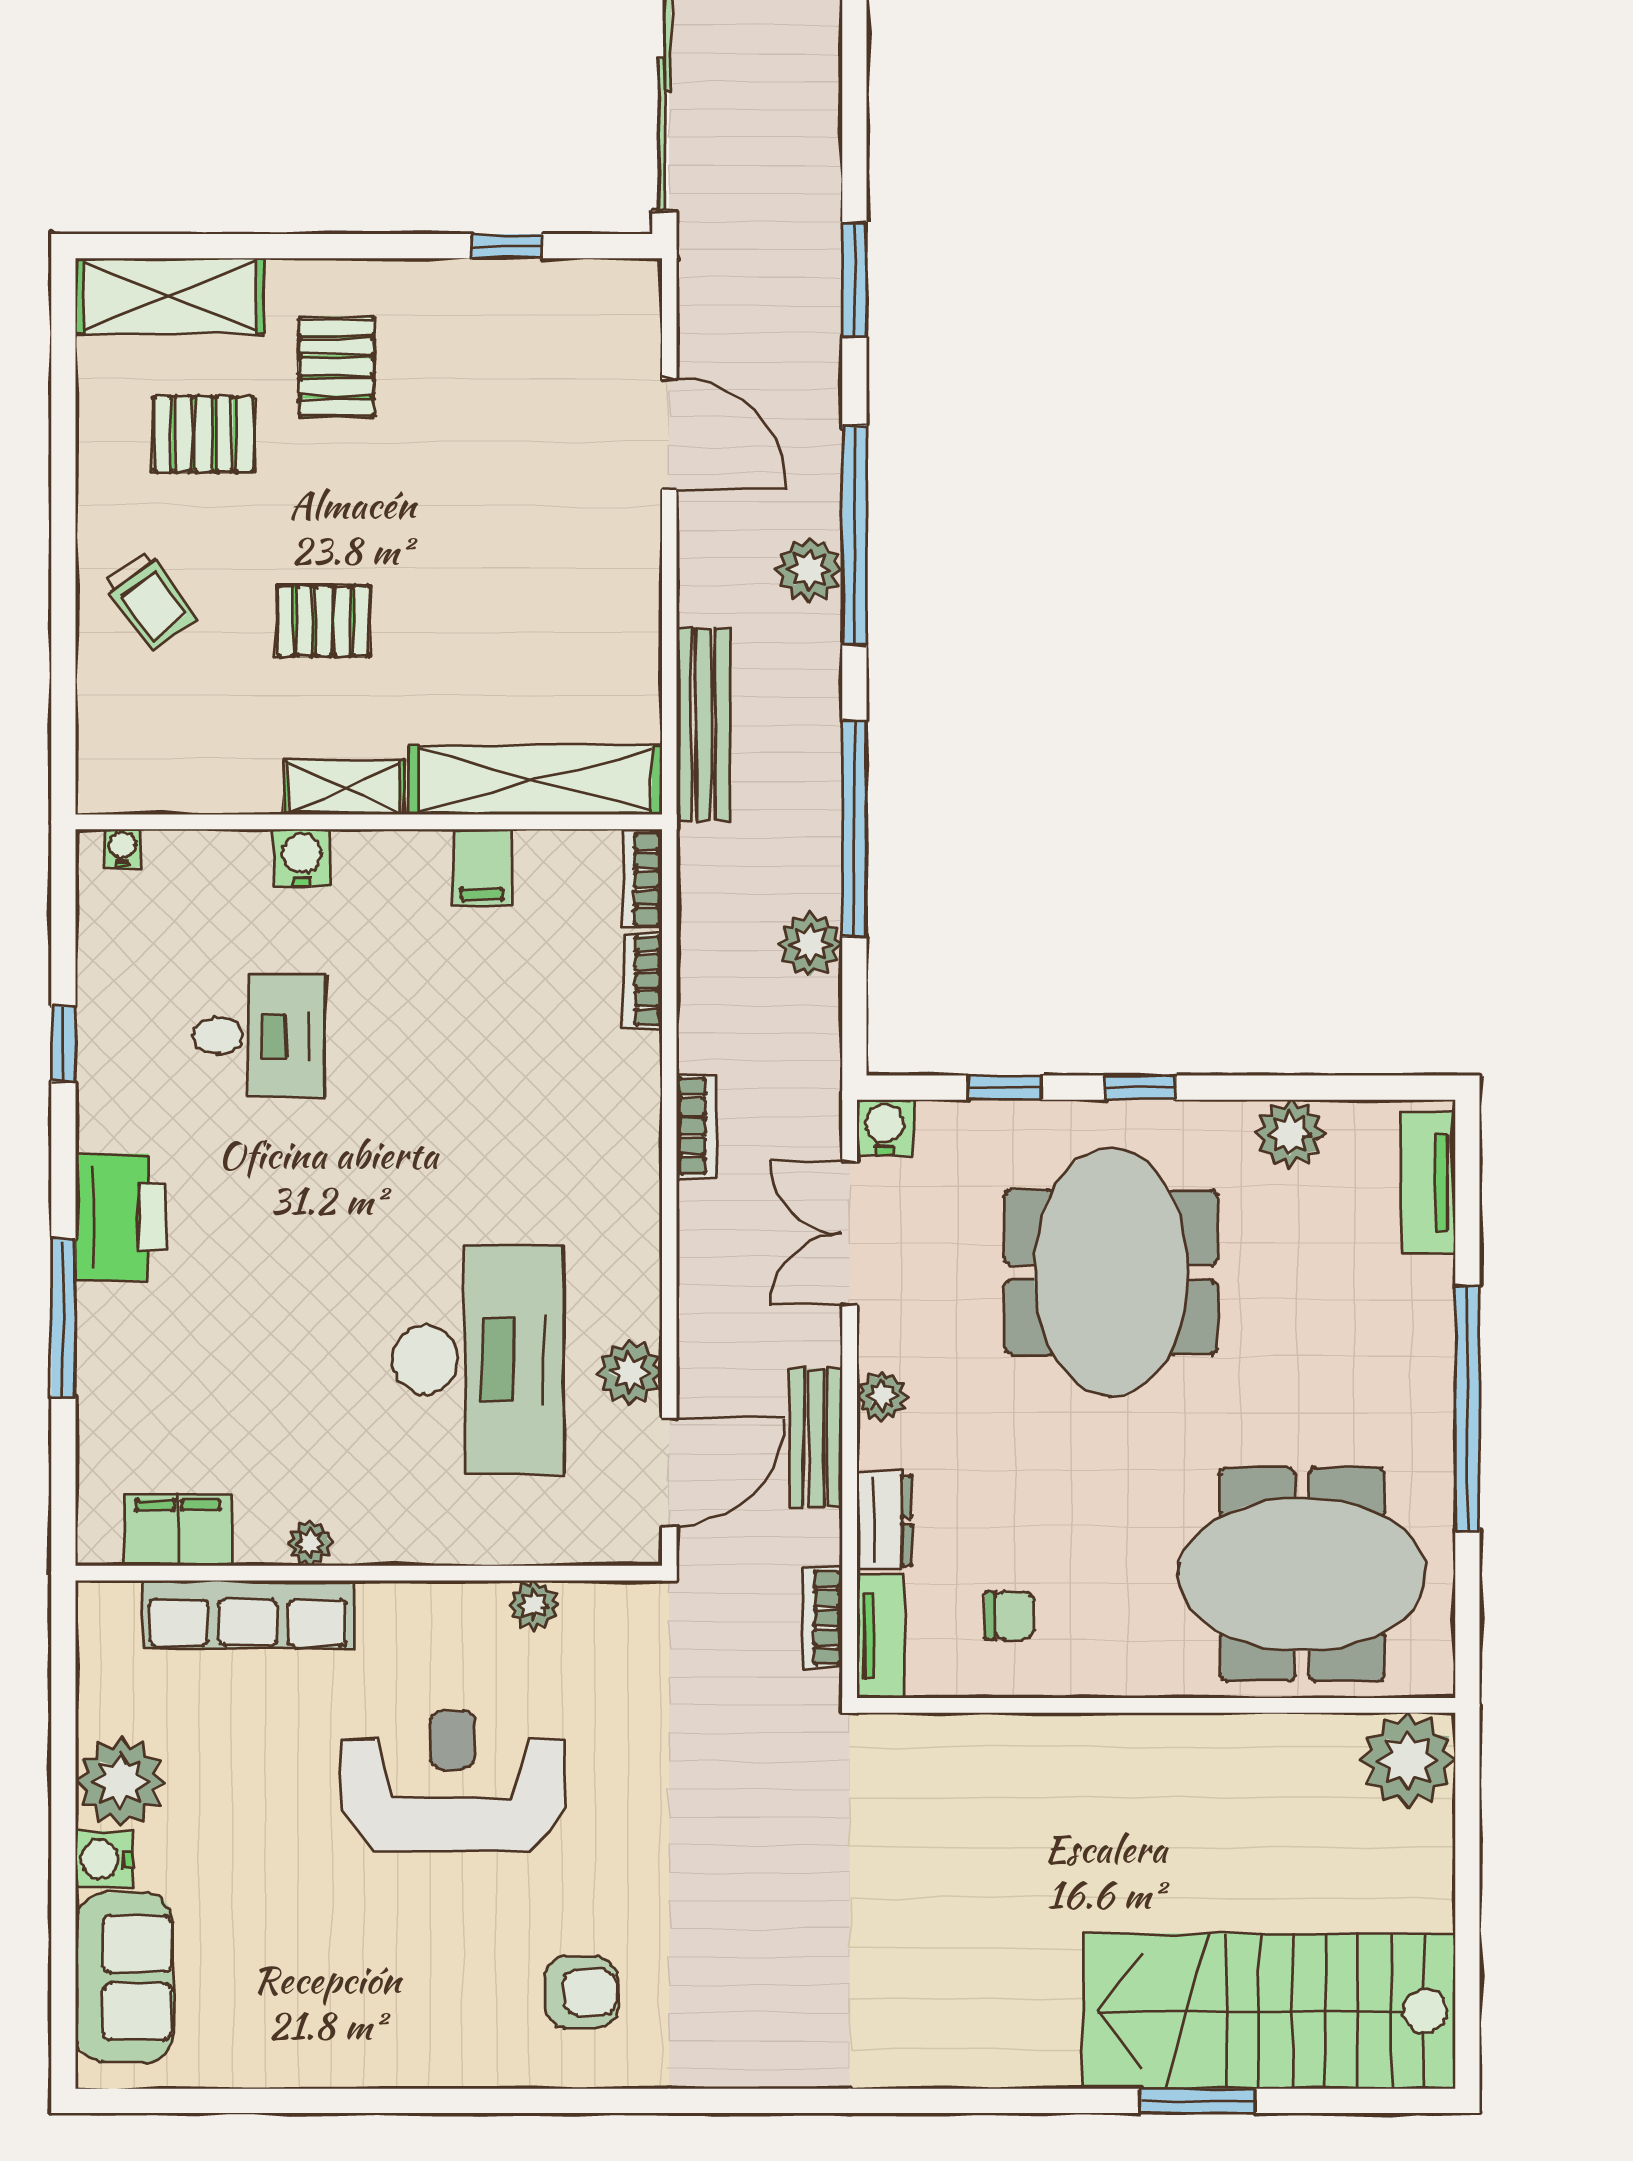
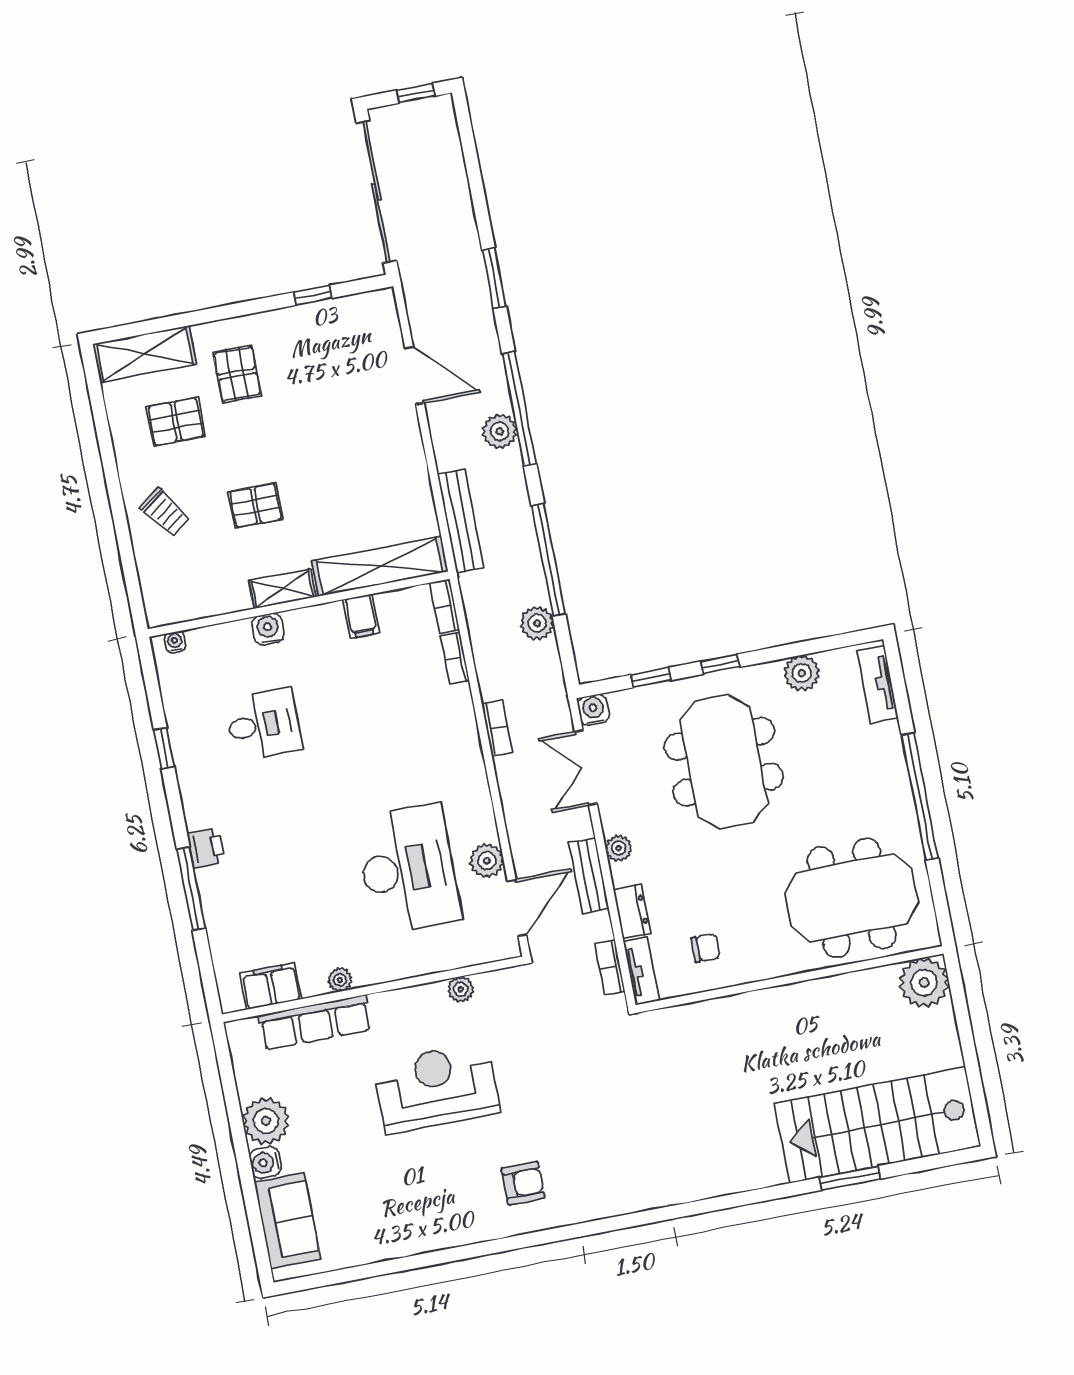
printer: (121, 1217) -> (206, 848), width x0.53, depth x0.68

